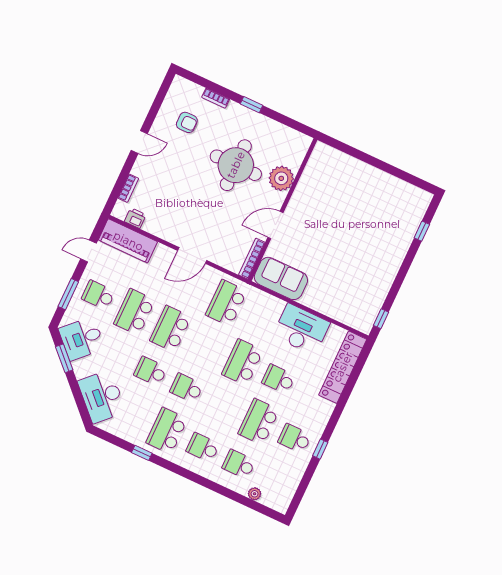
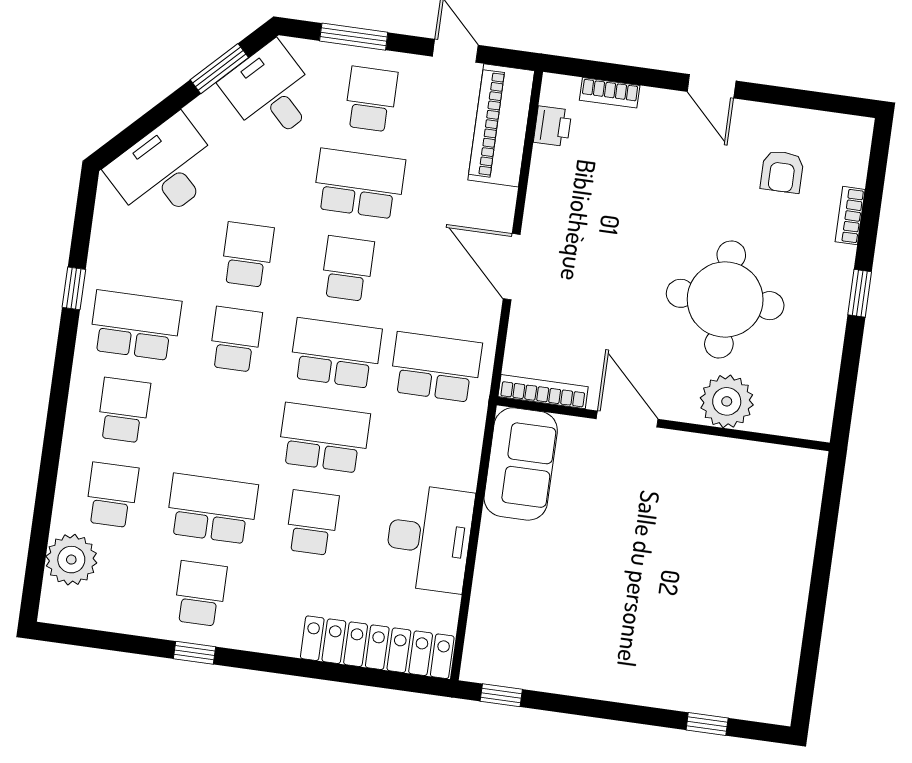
school desk: (170, 329) -> (347, 269), width x0.54
school desk: (206, 345) -> (336, 353), added
plant: (255, 494) -> (71, 560), width x1.87, depth x1.87

